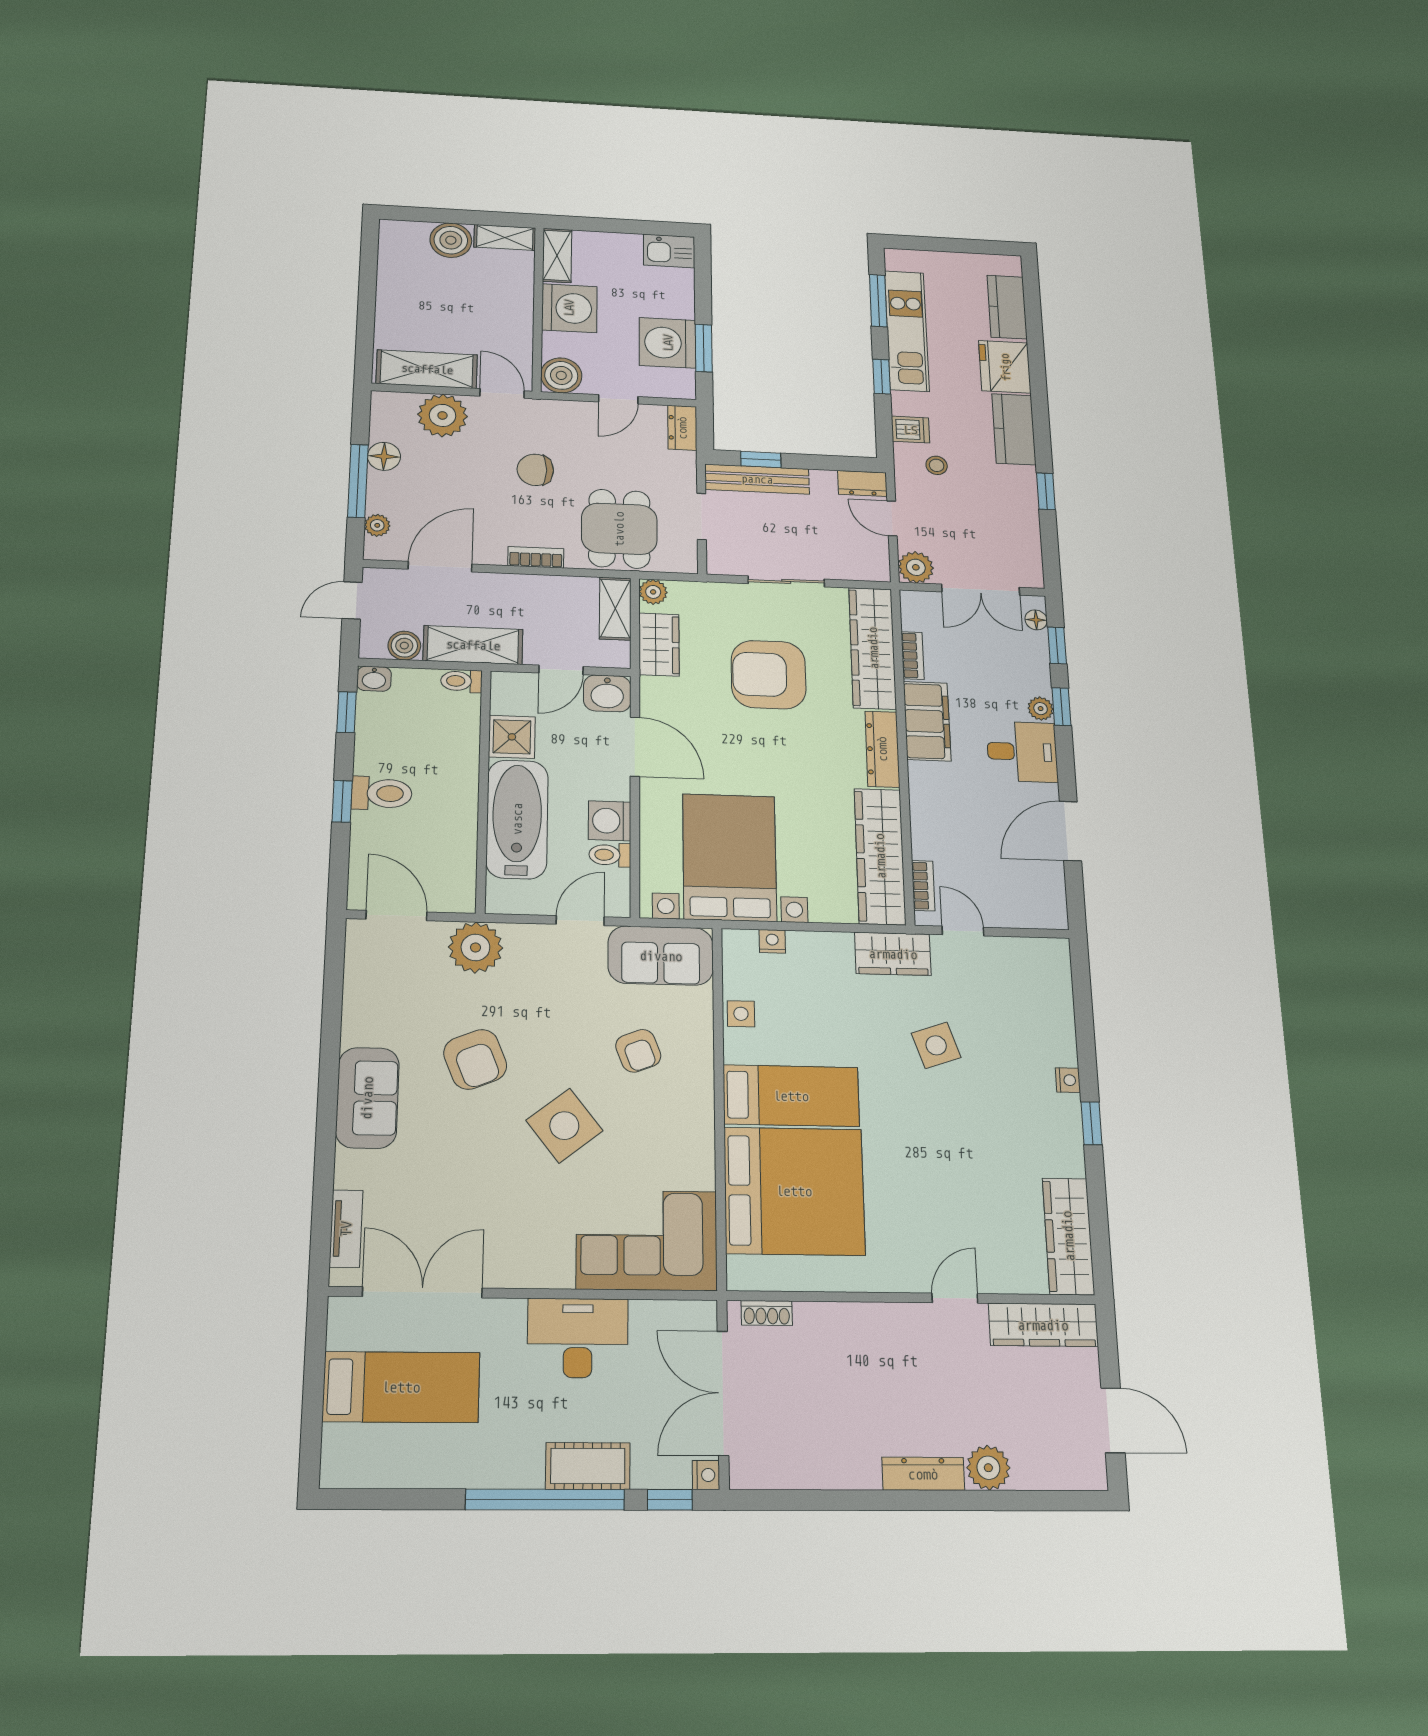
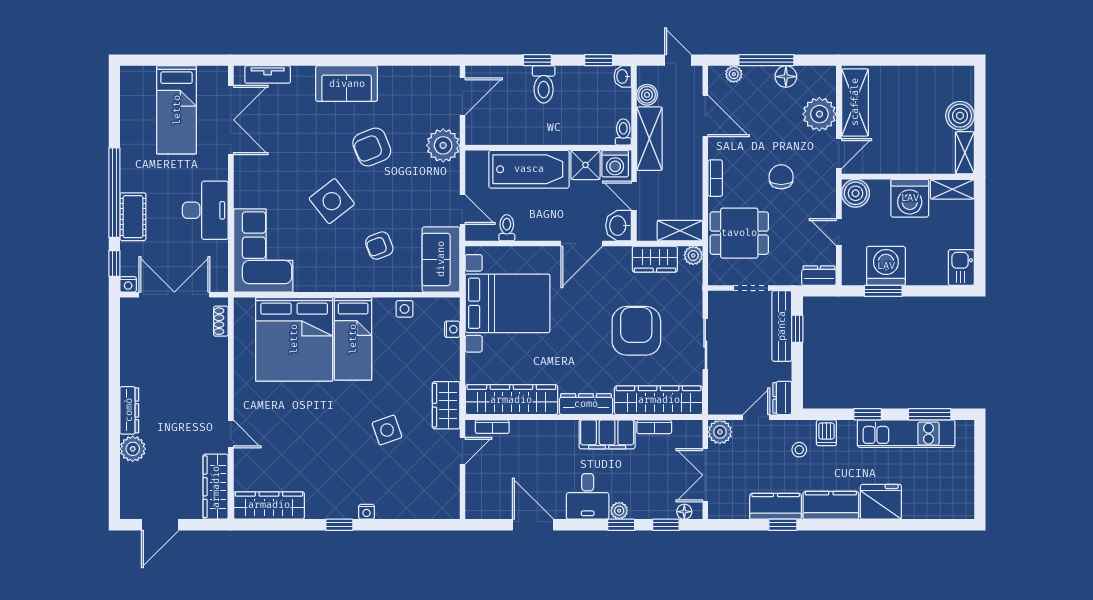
kitchen counter: (1007, 307) -> (776, 506), moved
washing machine: (610, 821) -> (615, 164), moved, turned 180

